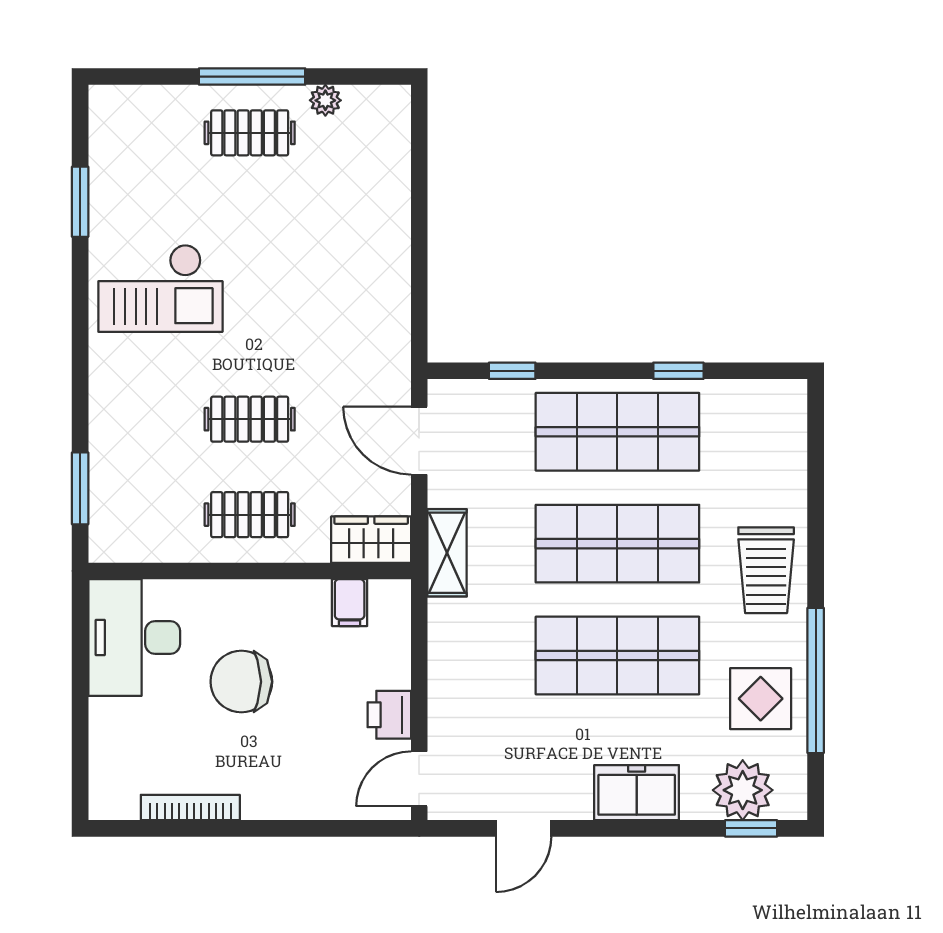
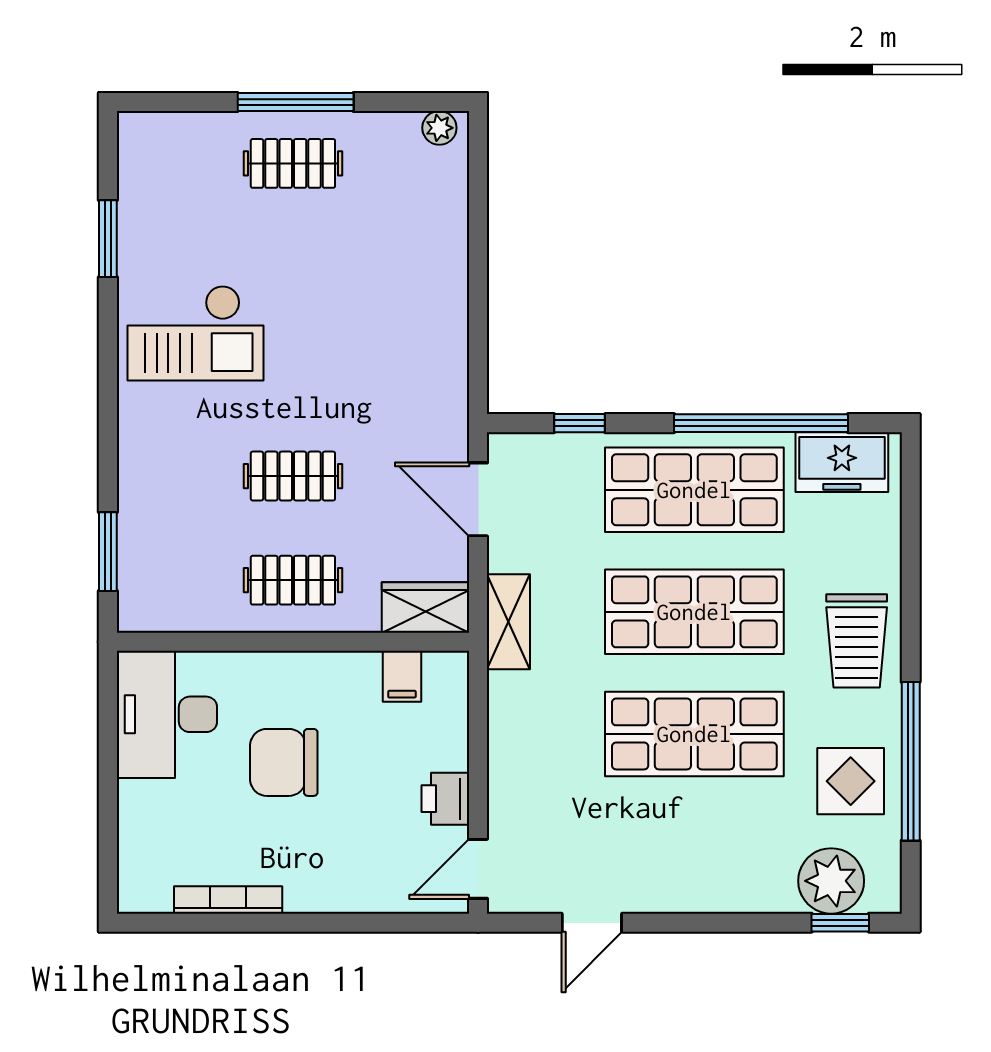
plant: (325, 100) -> (439, 128), moved
window: (678, 371) -> (761, 423), width x3.17
freezer: (637, 793) -> (842, 462), moved, turned 180

